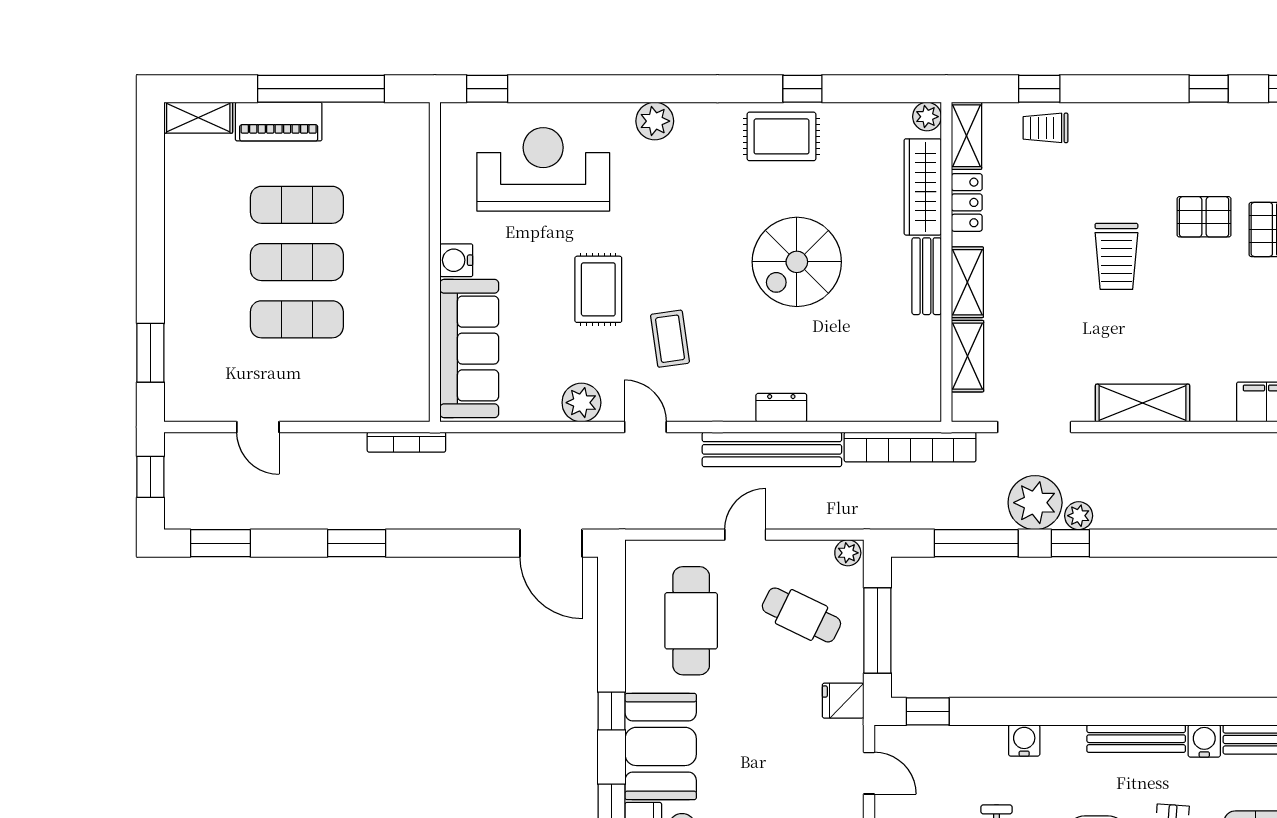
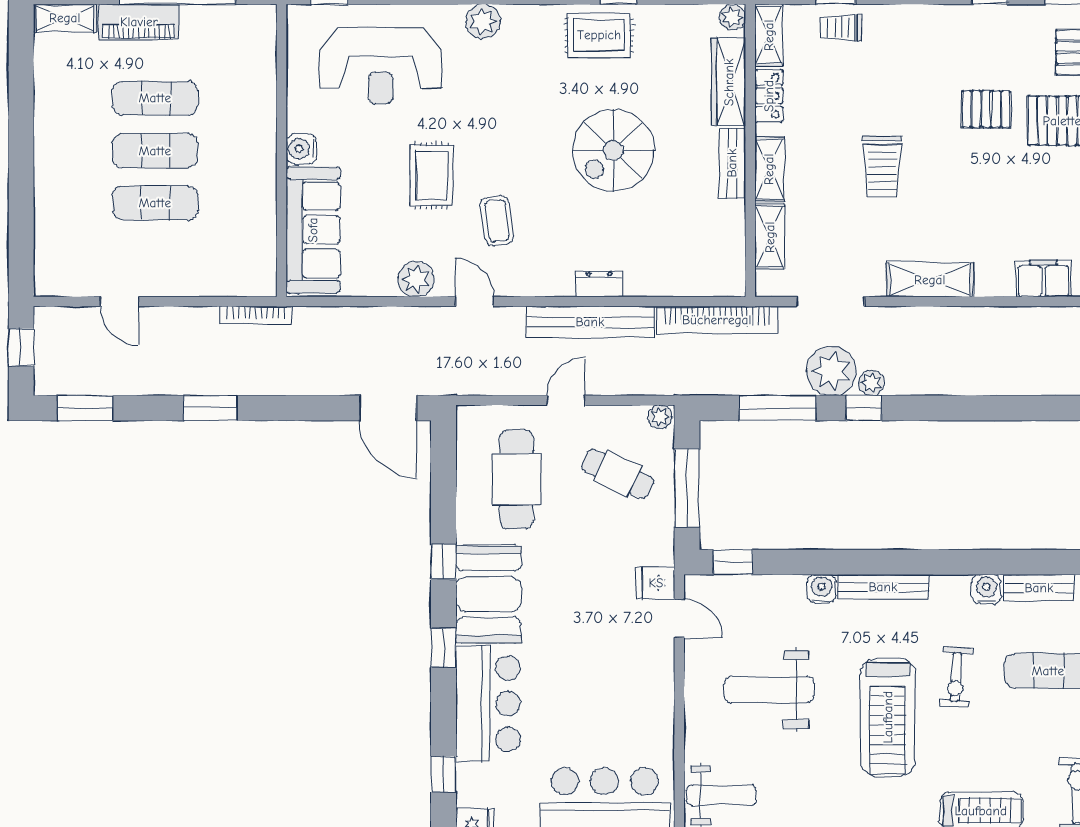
reception desk: (543, 169) -> (381, 66), turned 180
trolley: (1116, 256) -> (882, 166), moved
window: (150, 353) -> (21, 234), removed
fridge: (843, 701) -> (656, 583), moved
bench: (1136, 739) -> (883, 587), moved

